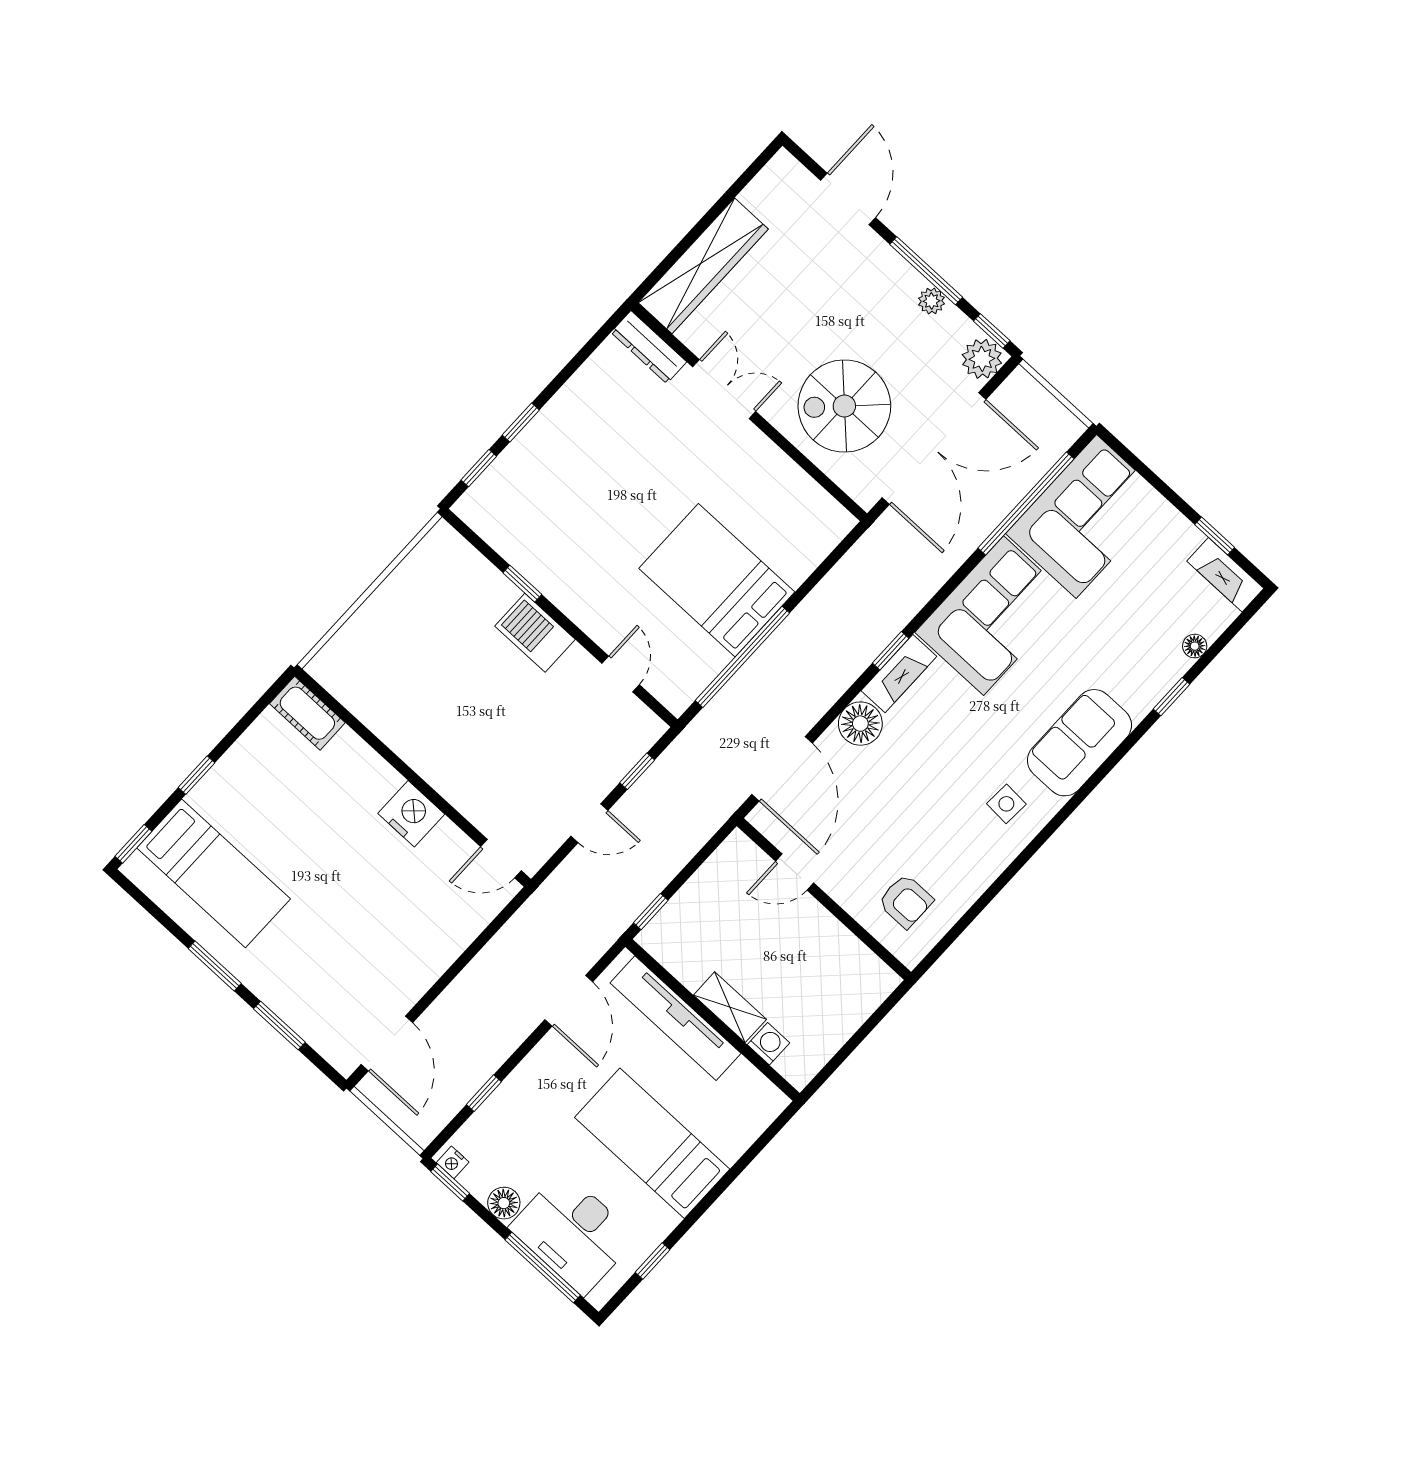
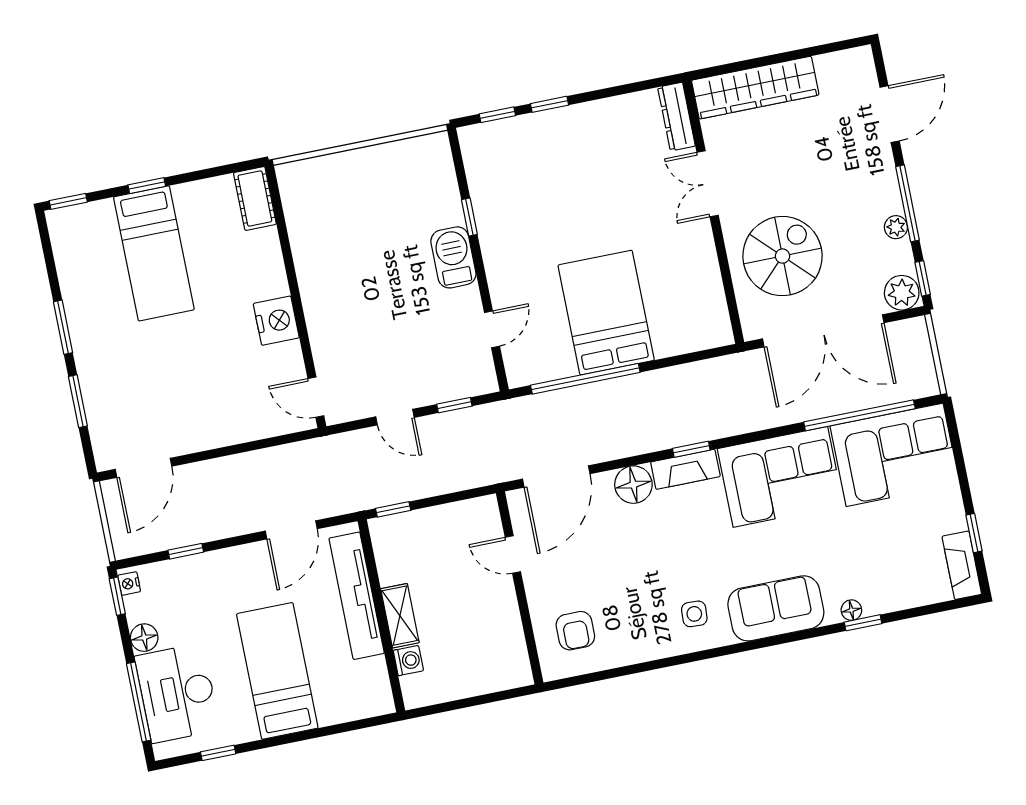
double door: (724, 389) -> (708, 184), swing flipped
spiral stairs: (844, 406) -> (782, 256), turned 90
floor lamp: (1195, 646) -> (851, 610), moved
bed: (214, 873) -> (154, 253), moved

